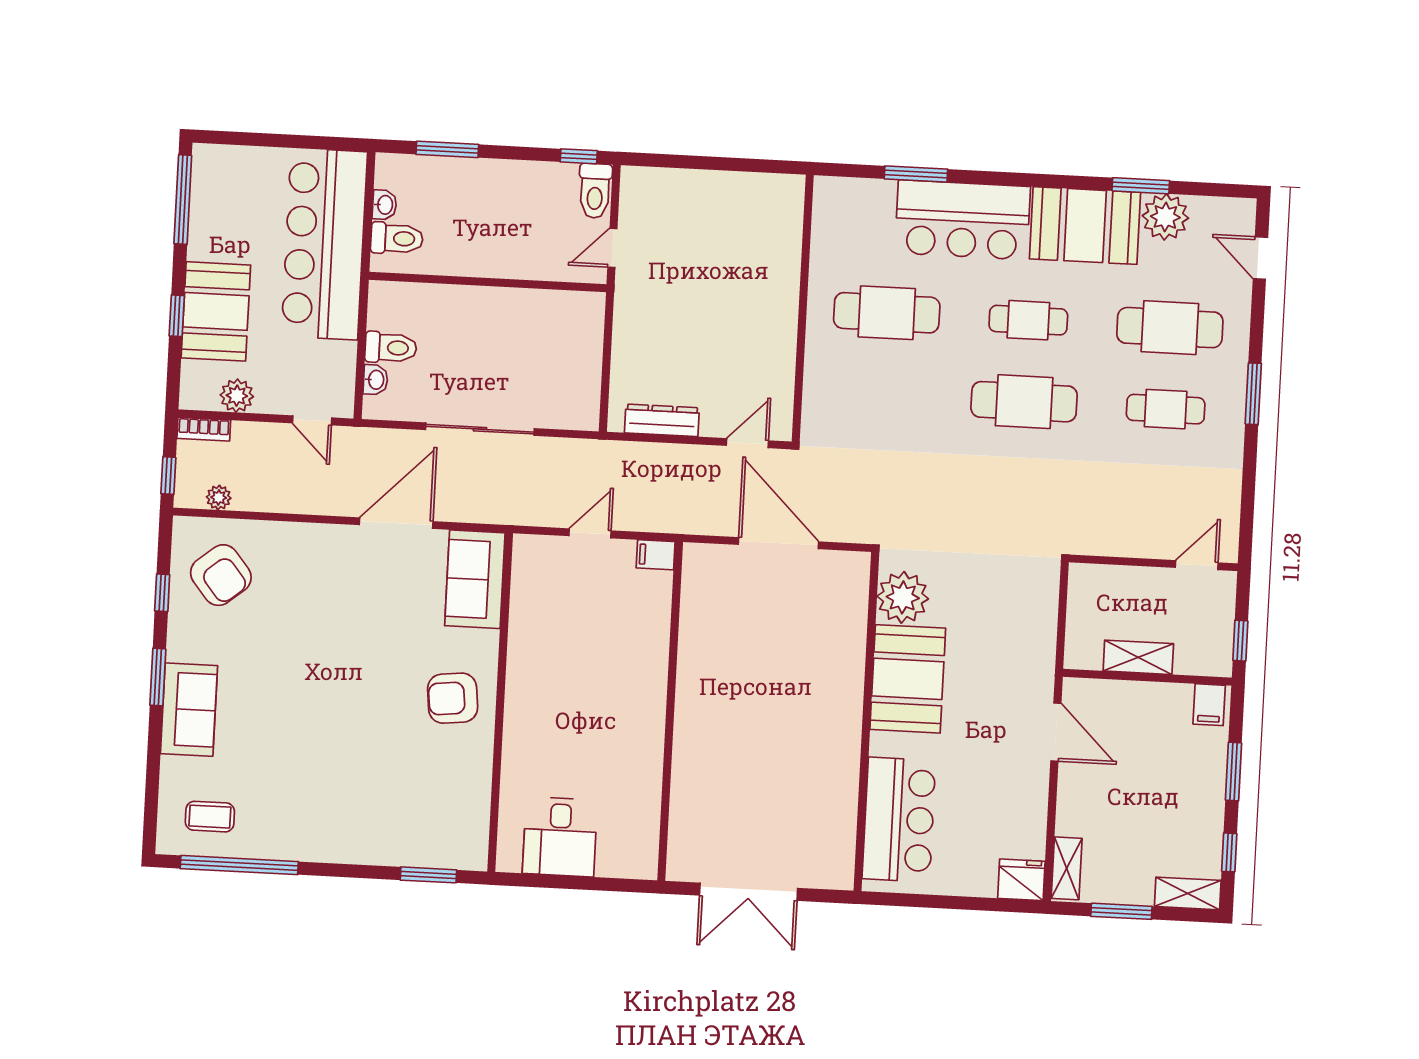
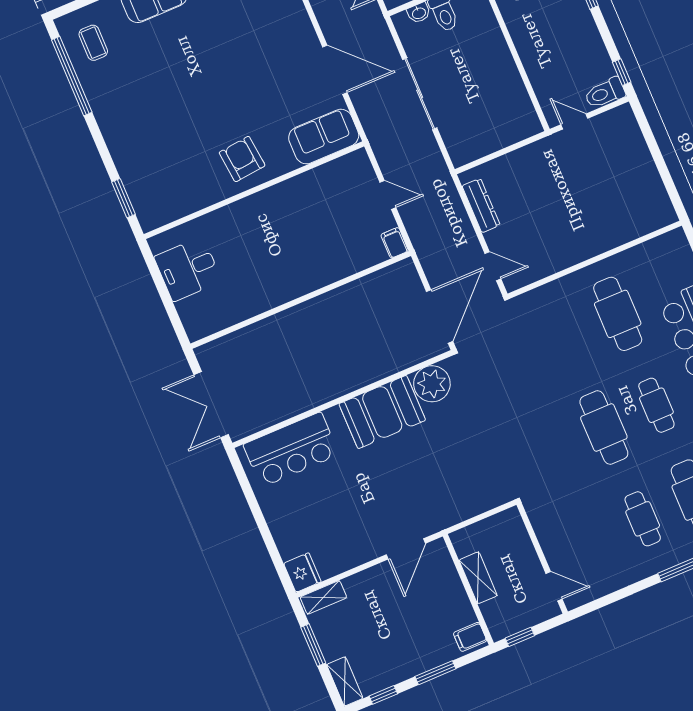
plant: (903, 597) -> (432, 384), moved
booth: (908, 679) -> (382, 412), moved
wall: (866, 722) -> (343, 399), moved
bar counter: (899, 820) -> (291, 450), moved

